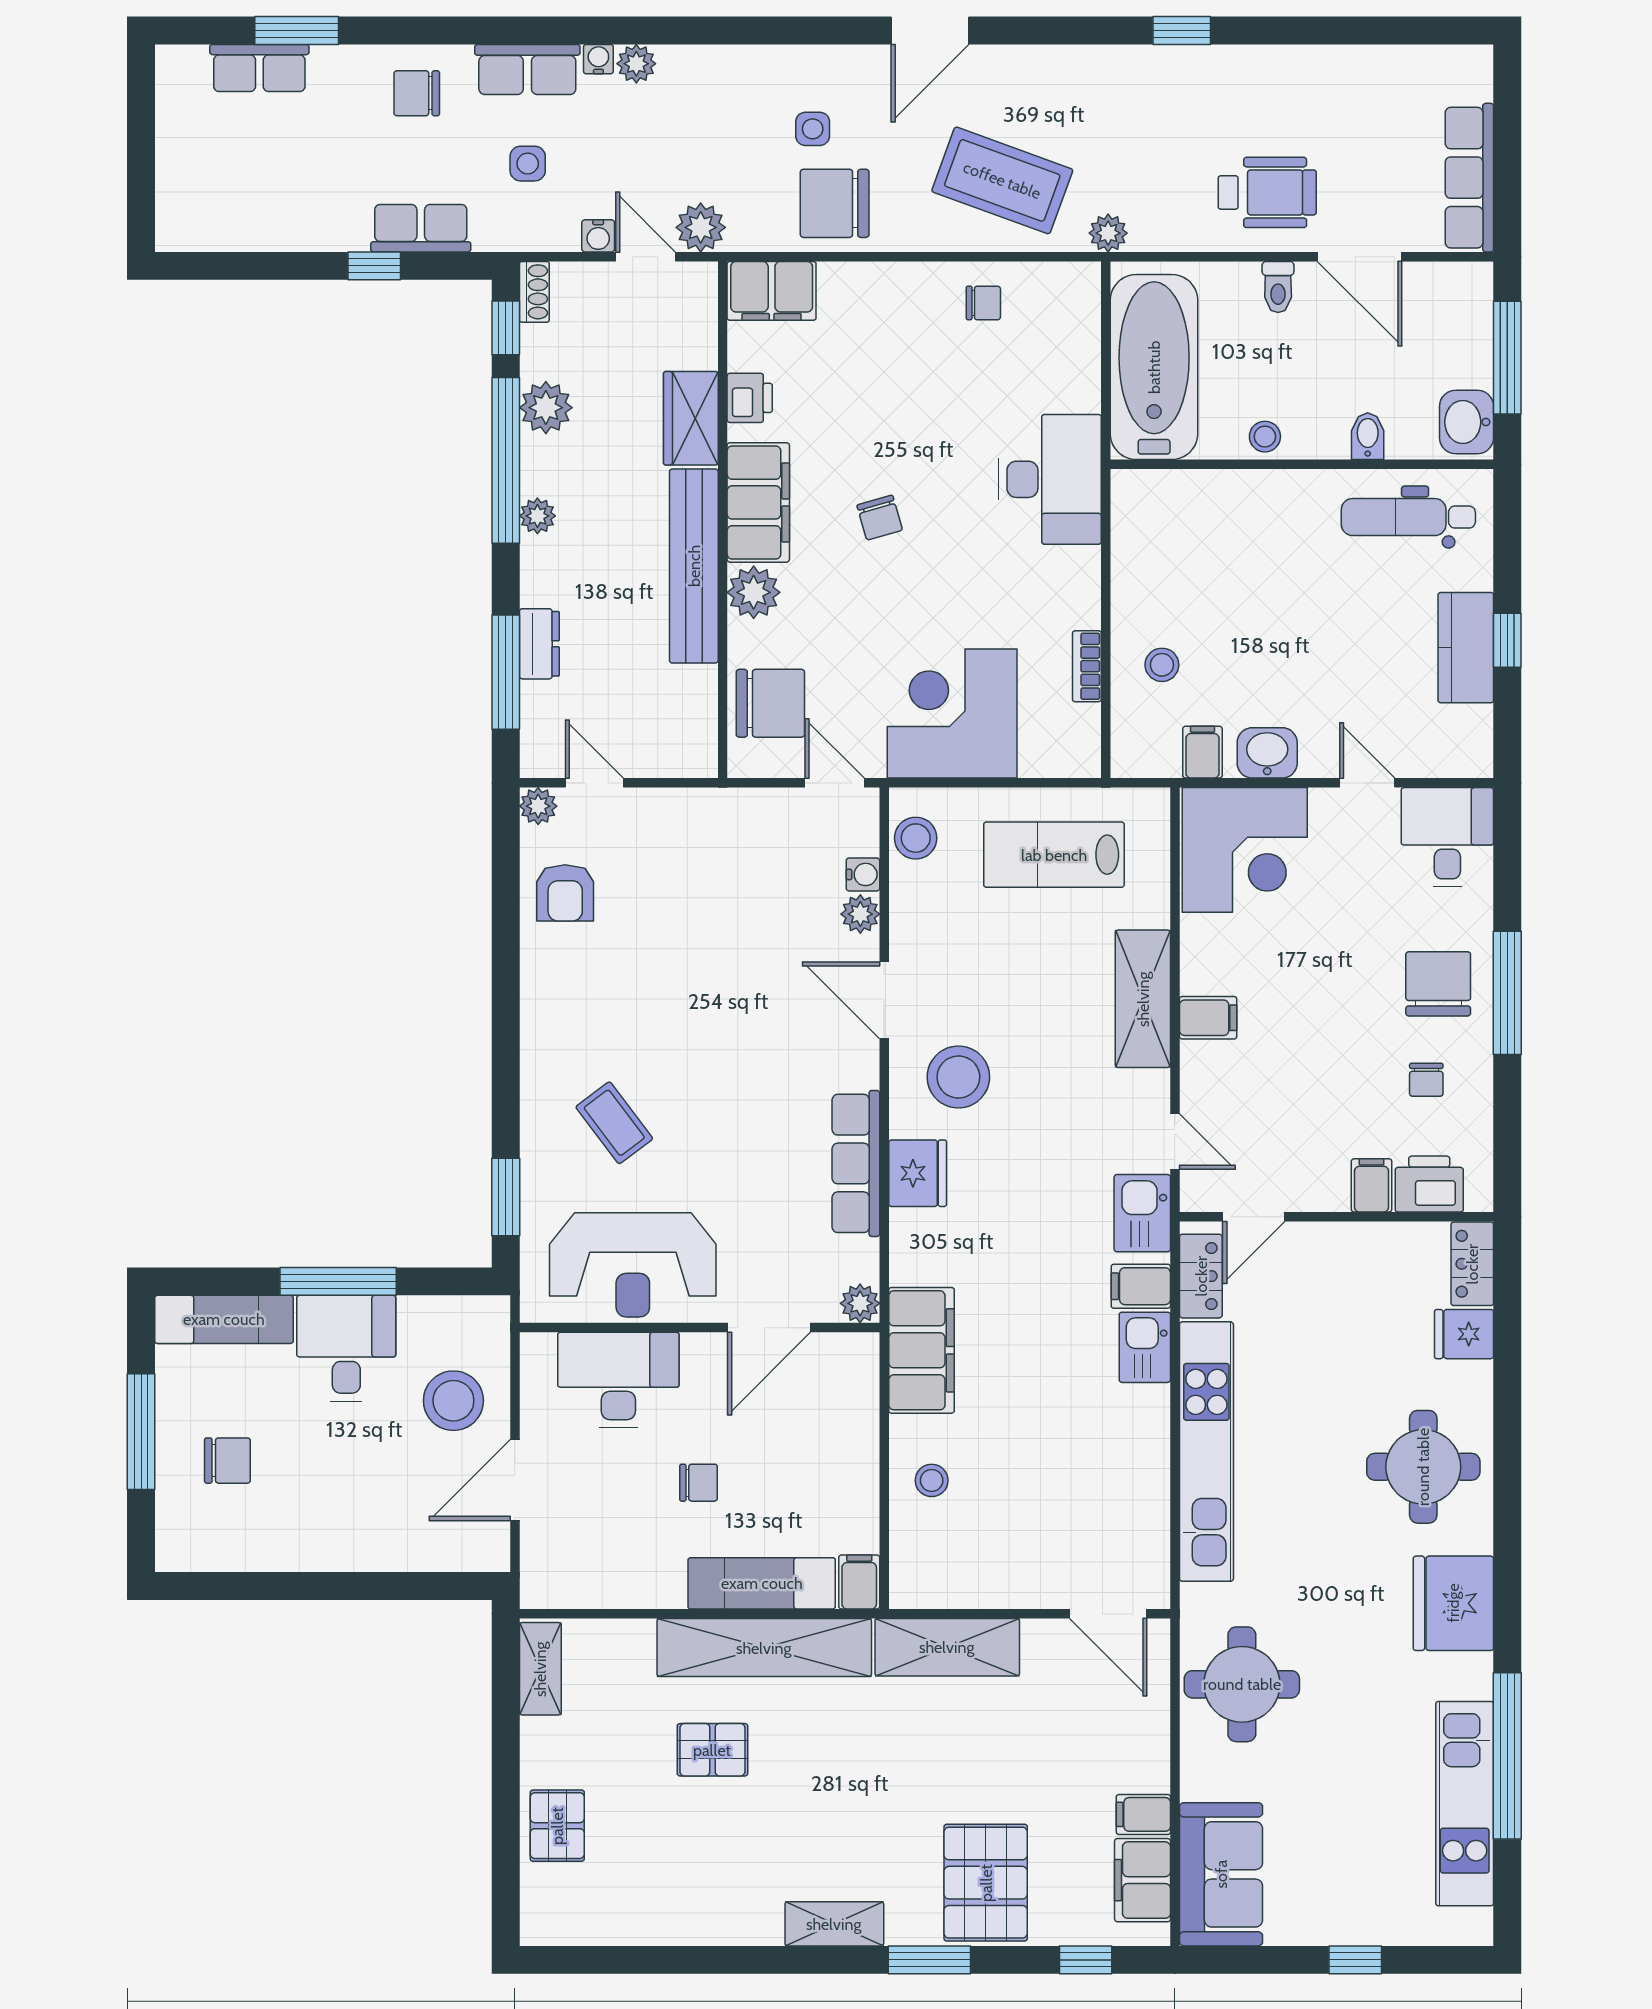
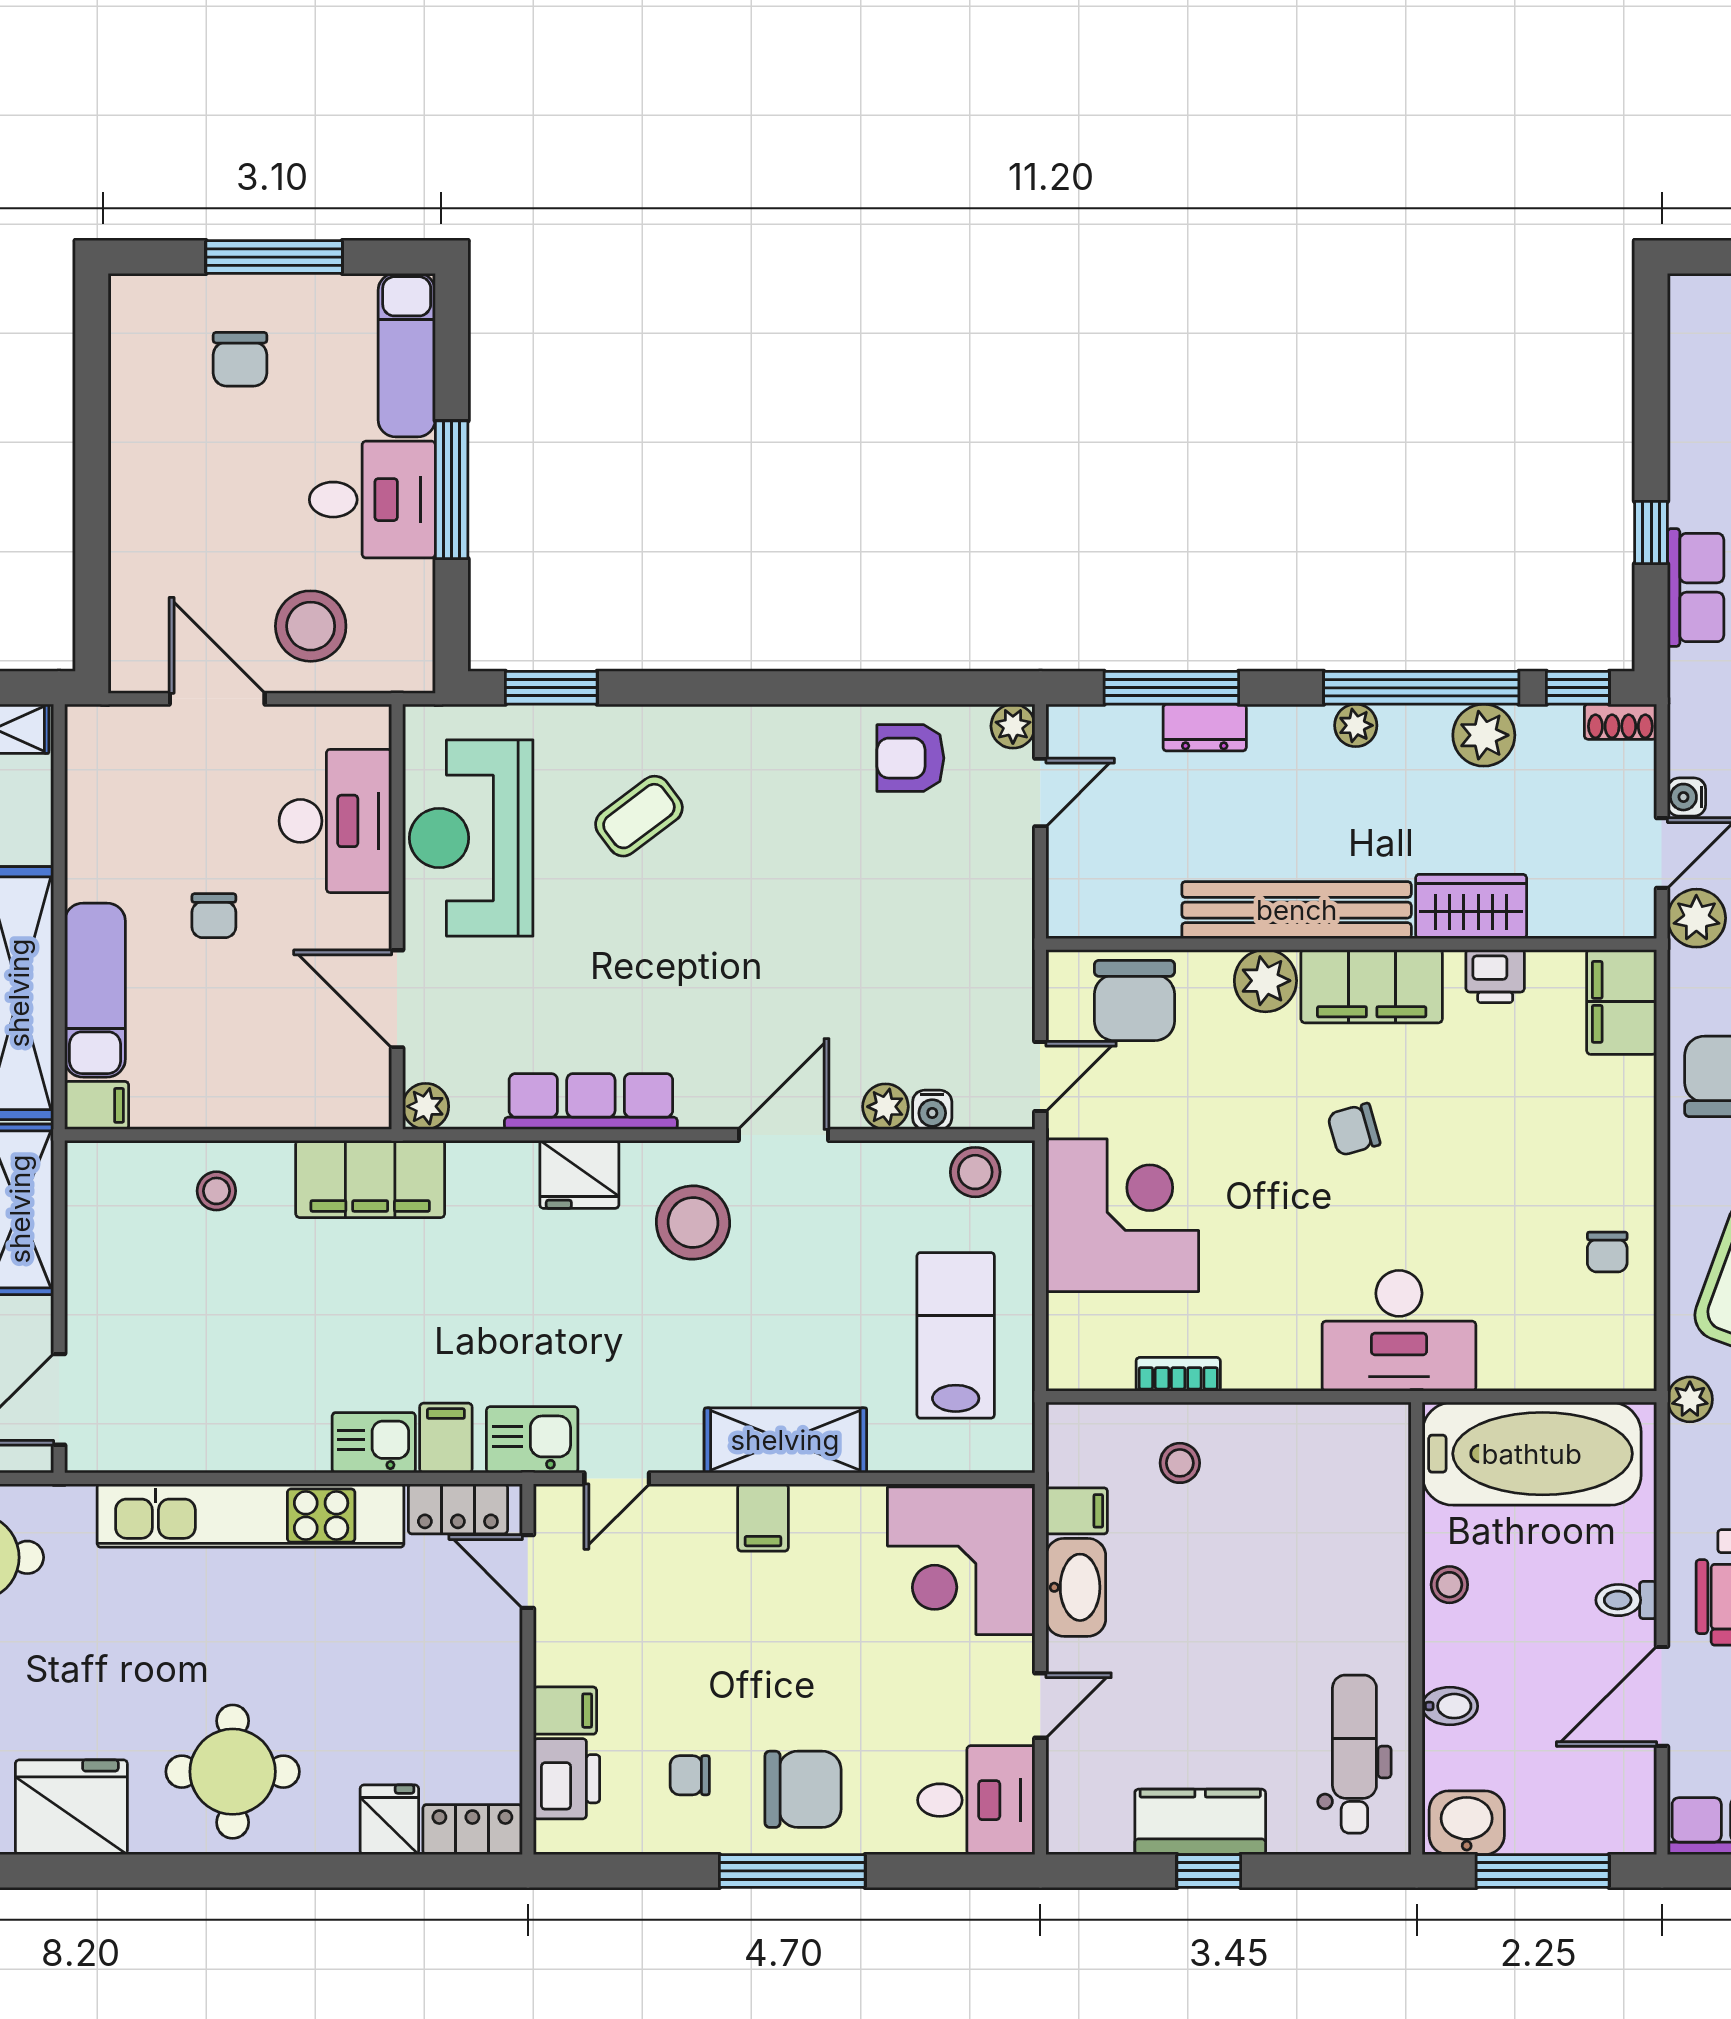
washbasin: (1267, 753) -> (1076, 1587), width x1.38

